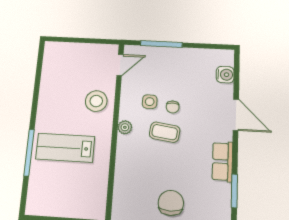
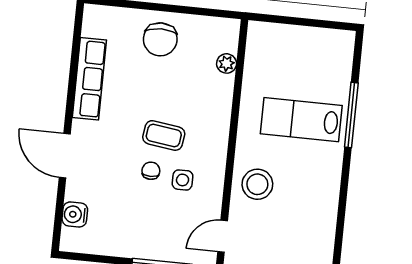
plant: (125, 127) -> (227, 63), moved
lab bench: (65, 148) -> (301, 120), turned 180
row of seats: (222, 162) -> (89, 79), width x1.48
window: (234, 191) -> (75, 52), removed

